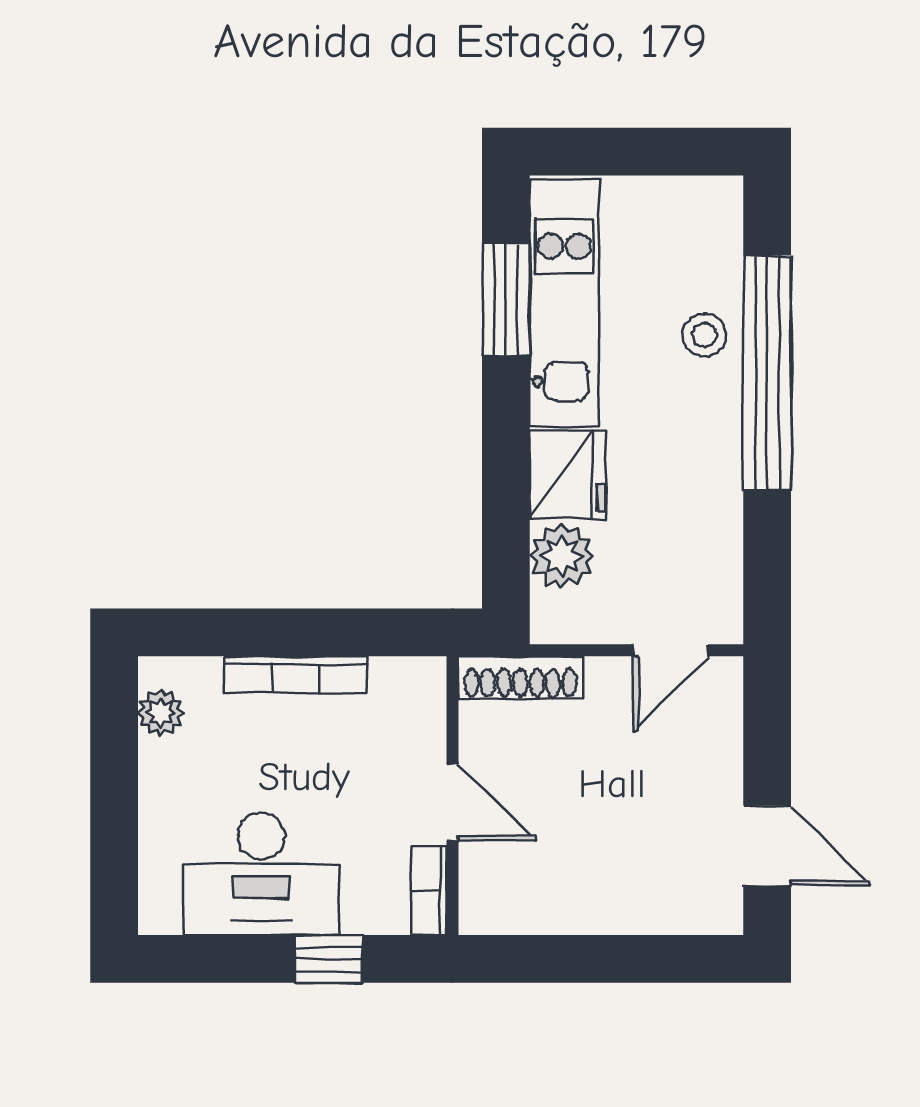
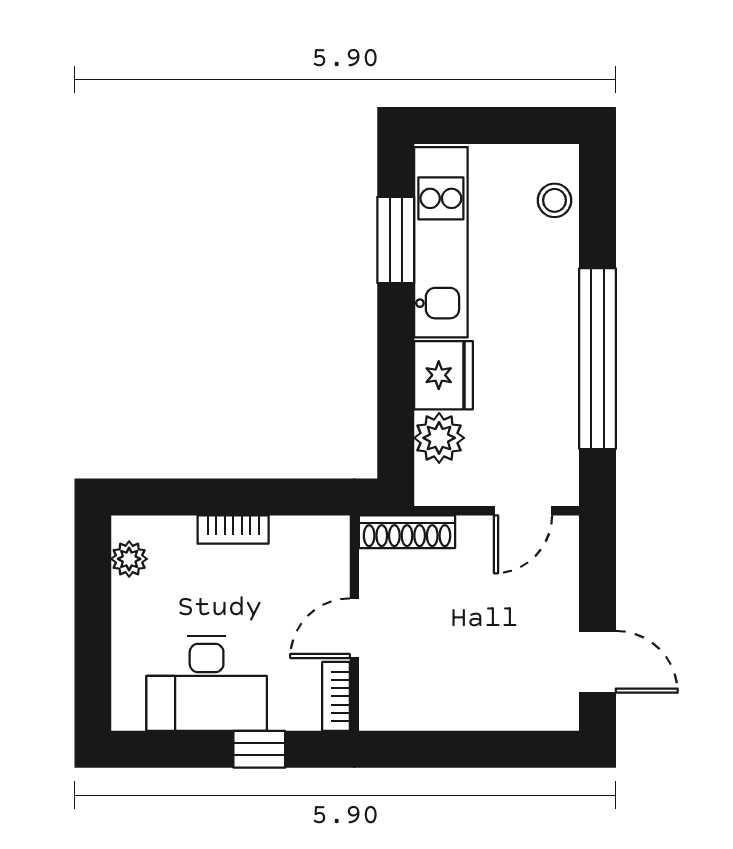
stool: (704, 335) -> (555, 200), moved
window: (767, 373) -> (598, 359), moved
bookcase: (295, 675) -> (233, 530), width x0.64
door: (452, 802) -> (354, 628), swing flipped

